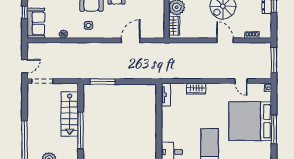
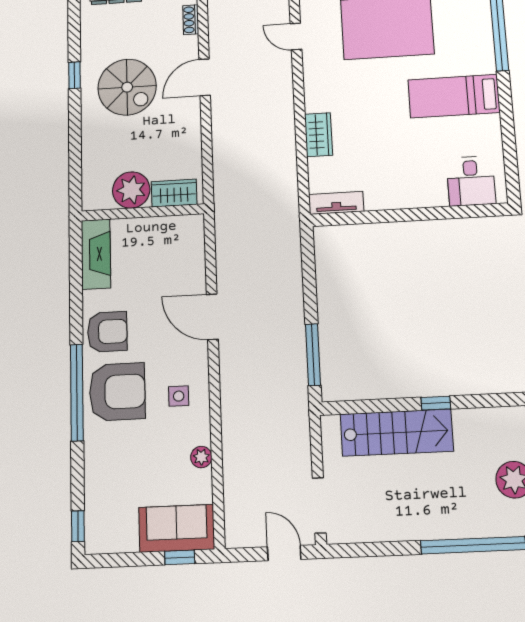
window: (25, 12) -> (180, 557), moved
door: (131, 40) -> (212, 317), moved
door: (241, 81) -> (296, 37), swing flipped
window: (81, 131) -> (436, 403), width x0.32

